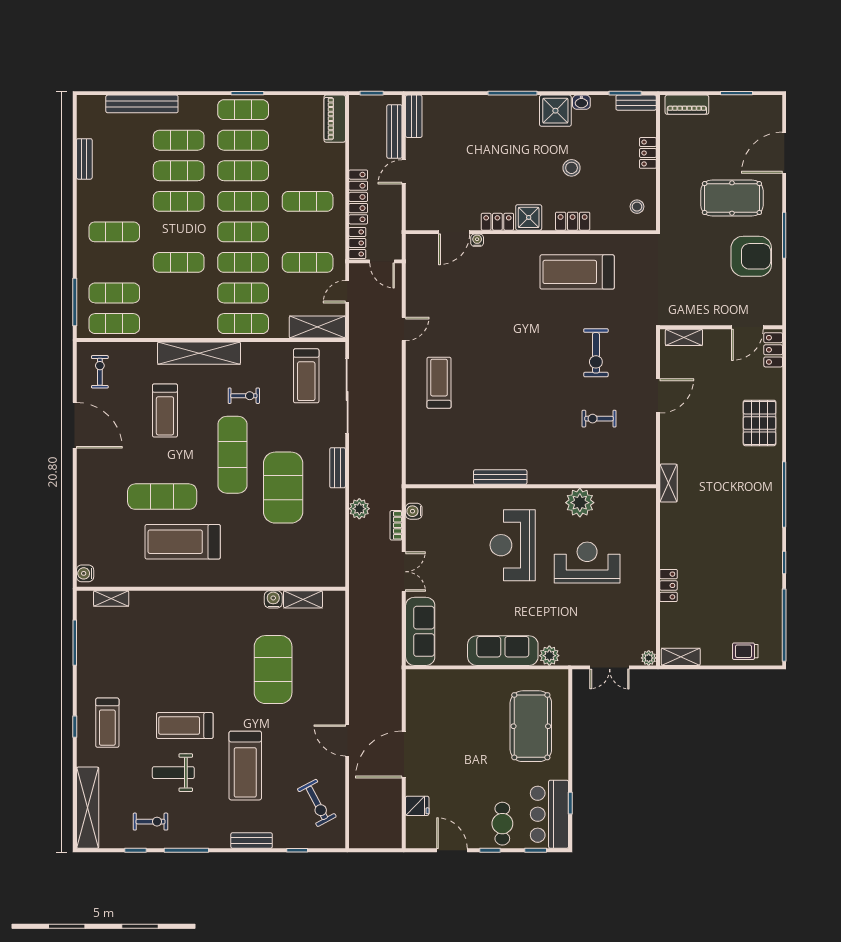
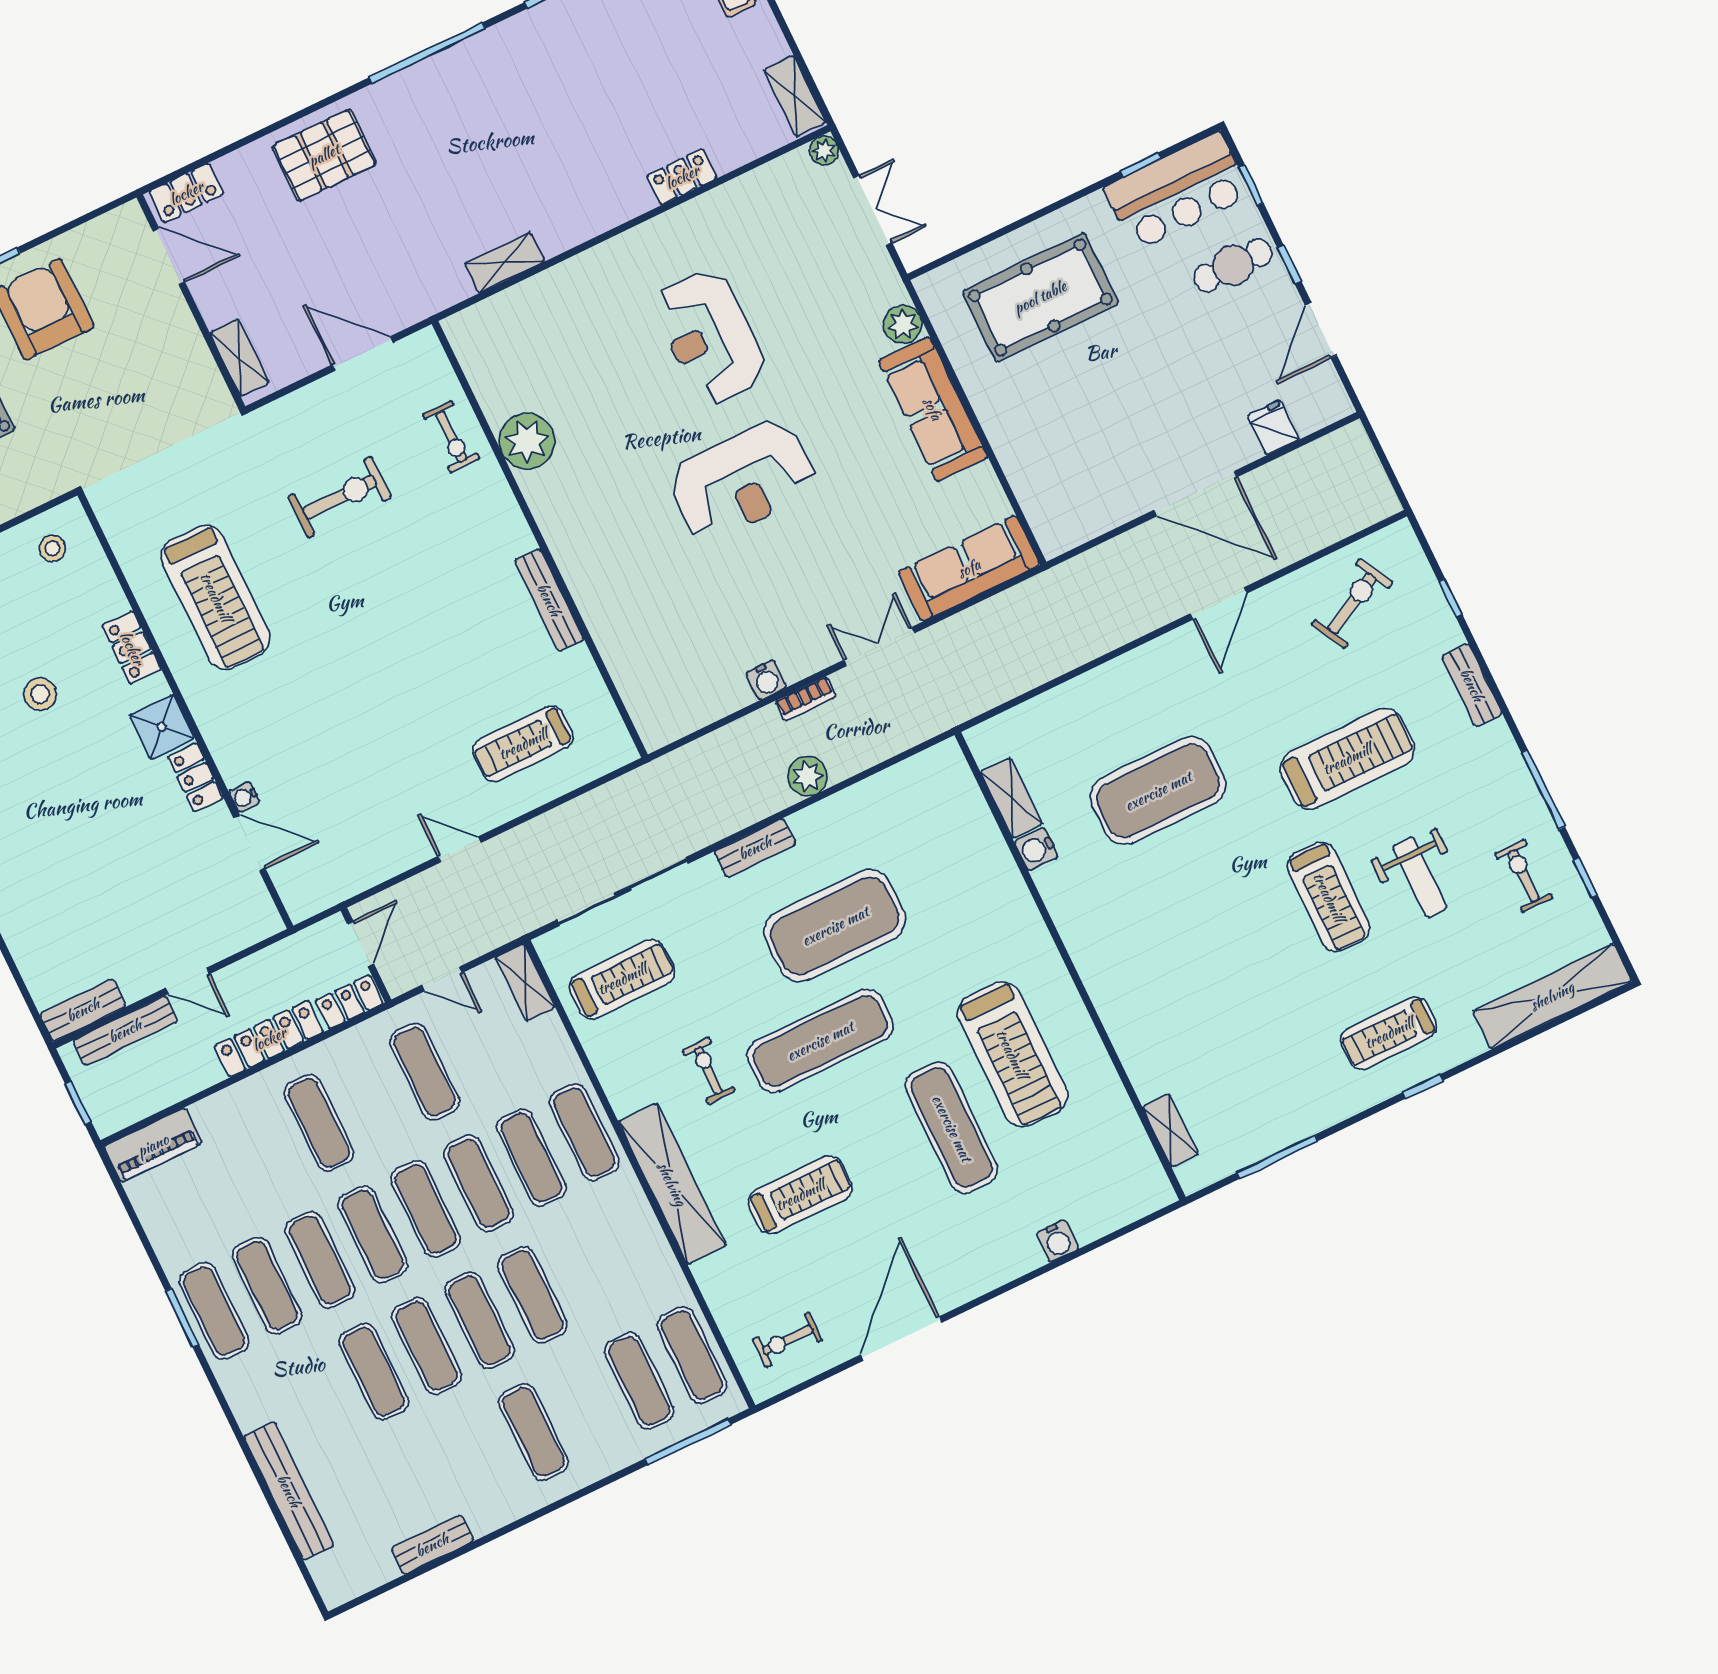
exercise mat: (179, 140) -> (480, 1320), moved
shelving: (317, 327) -> (525, 982), width x0.67, depth x0.75
bench: (500, 477) -> (549, 600), moved
wall: (531, 486) -> (540, 539), moved
plant: (580, 503) -> (527, 441), moved
water cooler: (85, 573) -> (1057, 1241), moved
treadmill: (107, 723) -> (1389, 1033), turned 180

